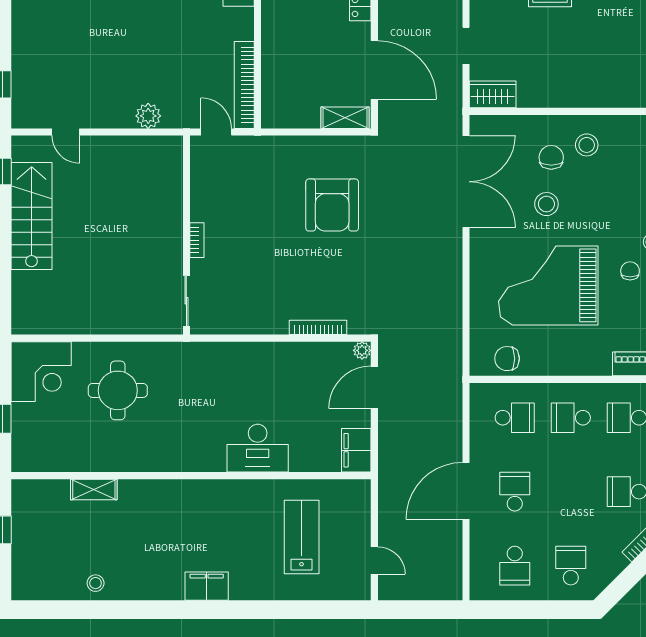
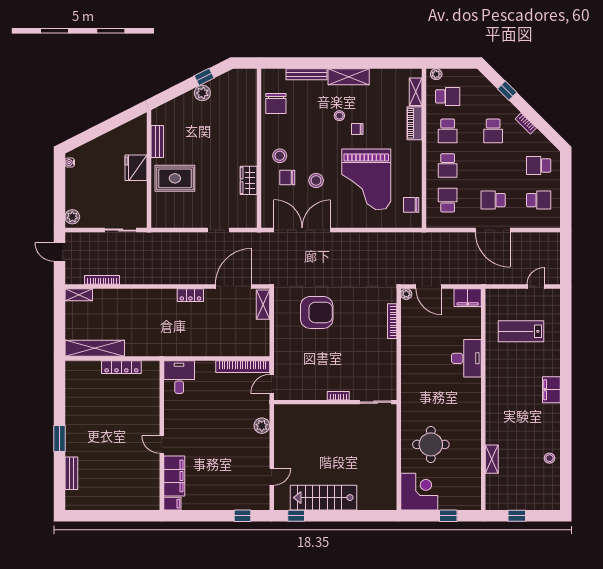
wardrobe: (493, 94) -> (249, 180), moved
chair: (507, 359) -> (411, 205), turned 90

